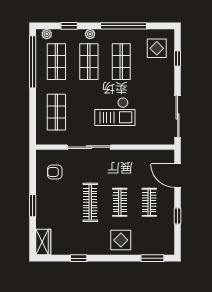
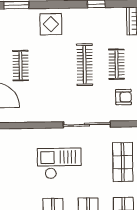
clothes rail: (120, 202) -> (117, 64), moved

